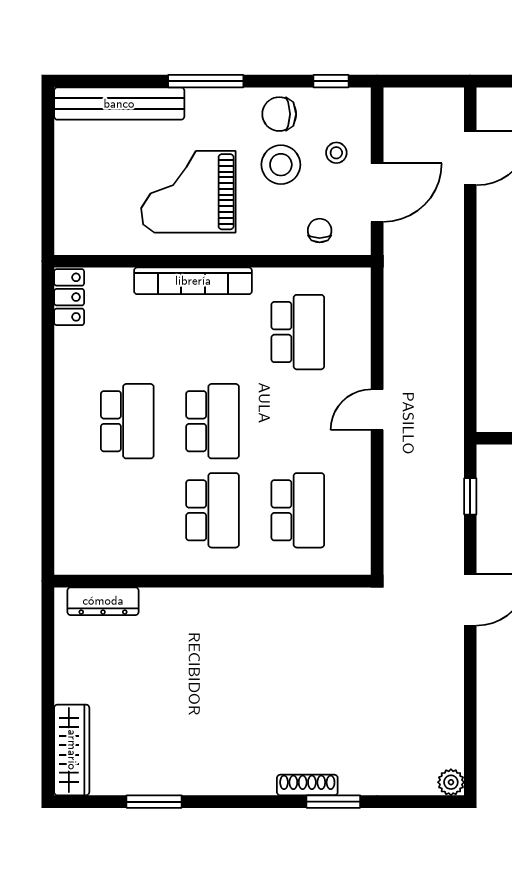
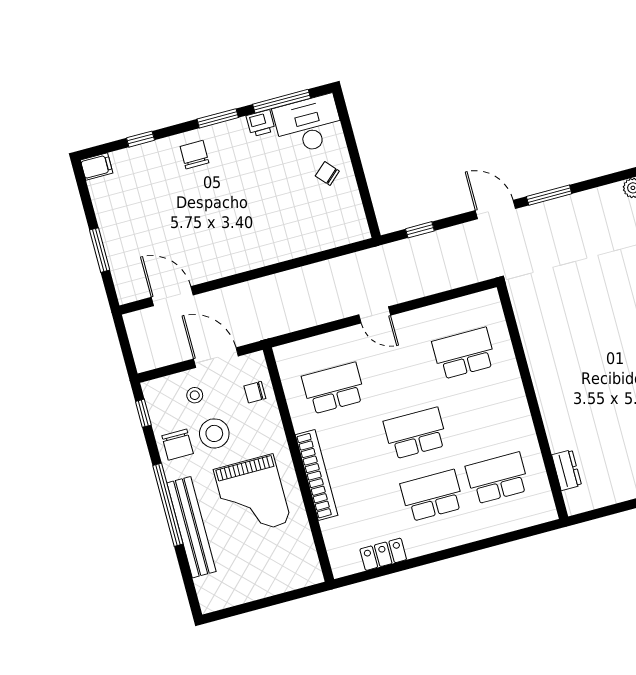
window: (206, 81) -> (168, 505), width x1.46
bench: (119, 104) -> (191, 527), moved
locker: (69, 297) -> (383, 554), moved
school desk: (213, 510) -> (497, 478), moved
dresser: (103, 601) -> (567, 470), width x0.70
window: (470, 673) -> (549, 195), added

